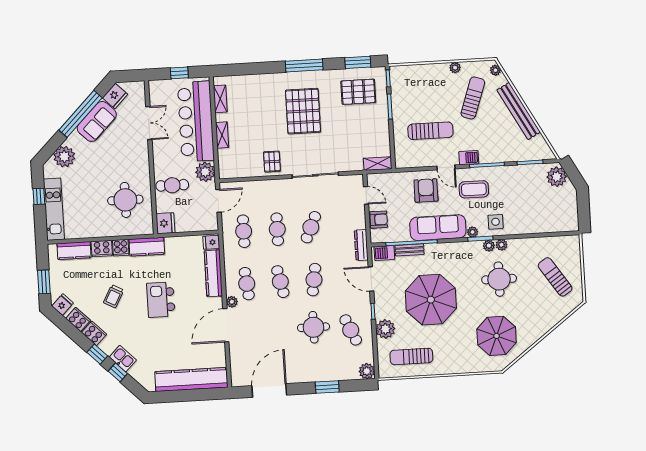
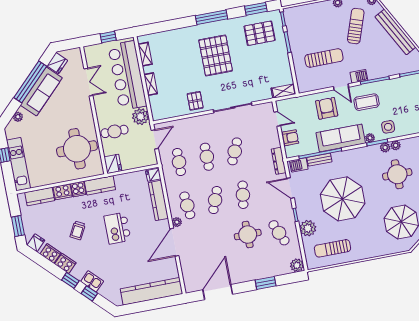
sofa: (97, 121) -> (41, 91), width x1.36
plant: (64, 157) -> (18, 117), width x0.53, depth x0.53
round table: (125, 200) -> (77, 149), width x1.36, depth x1.36
cafe table: (280, 282) -> (215, 200), turned 33

